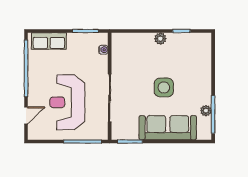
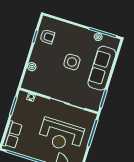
plant: (160, 39) -> (32, 67), moved
armchair: (186, 46) -> (47, 37), added

